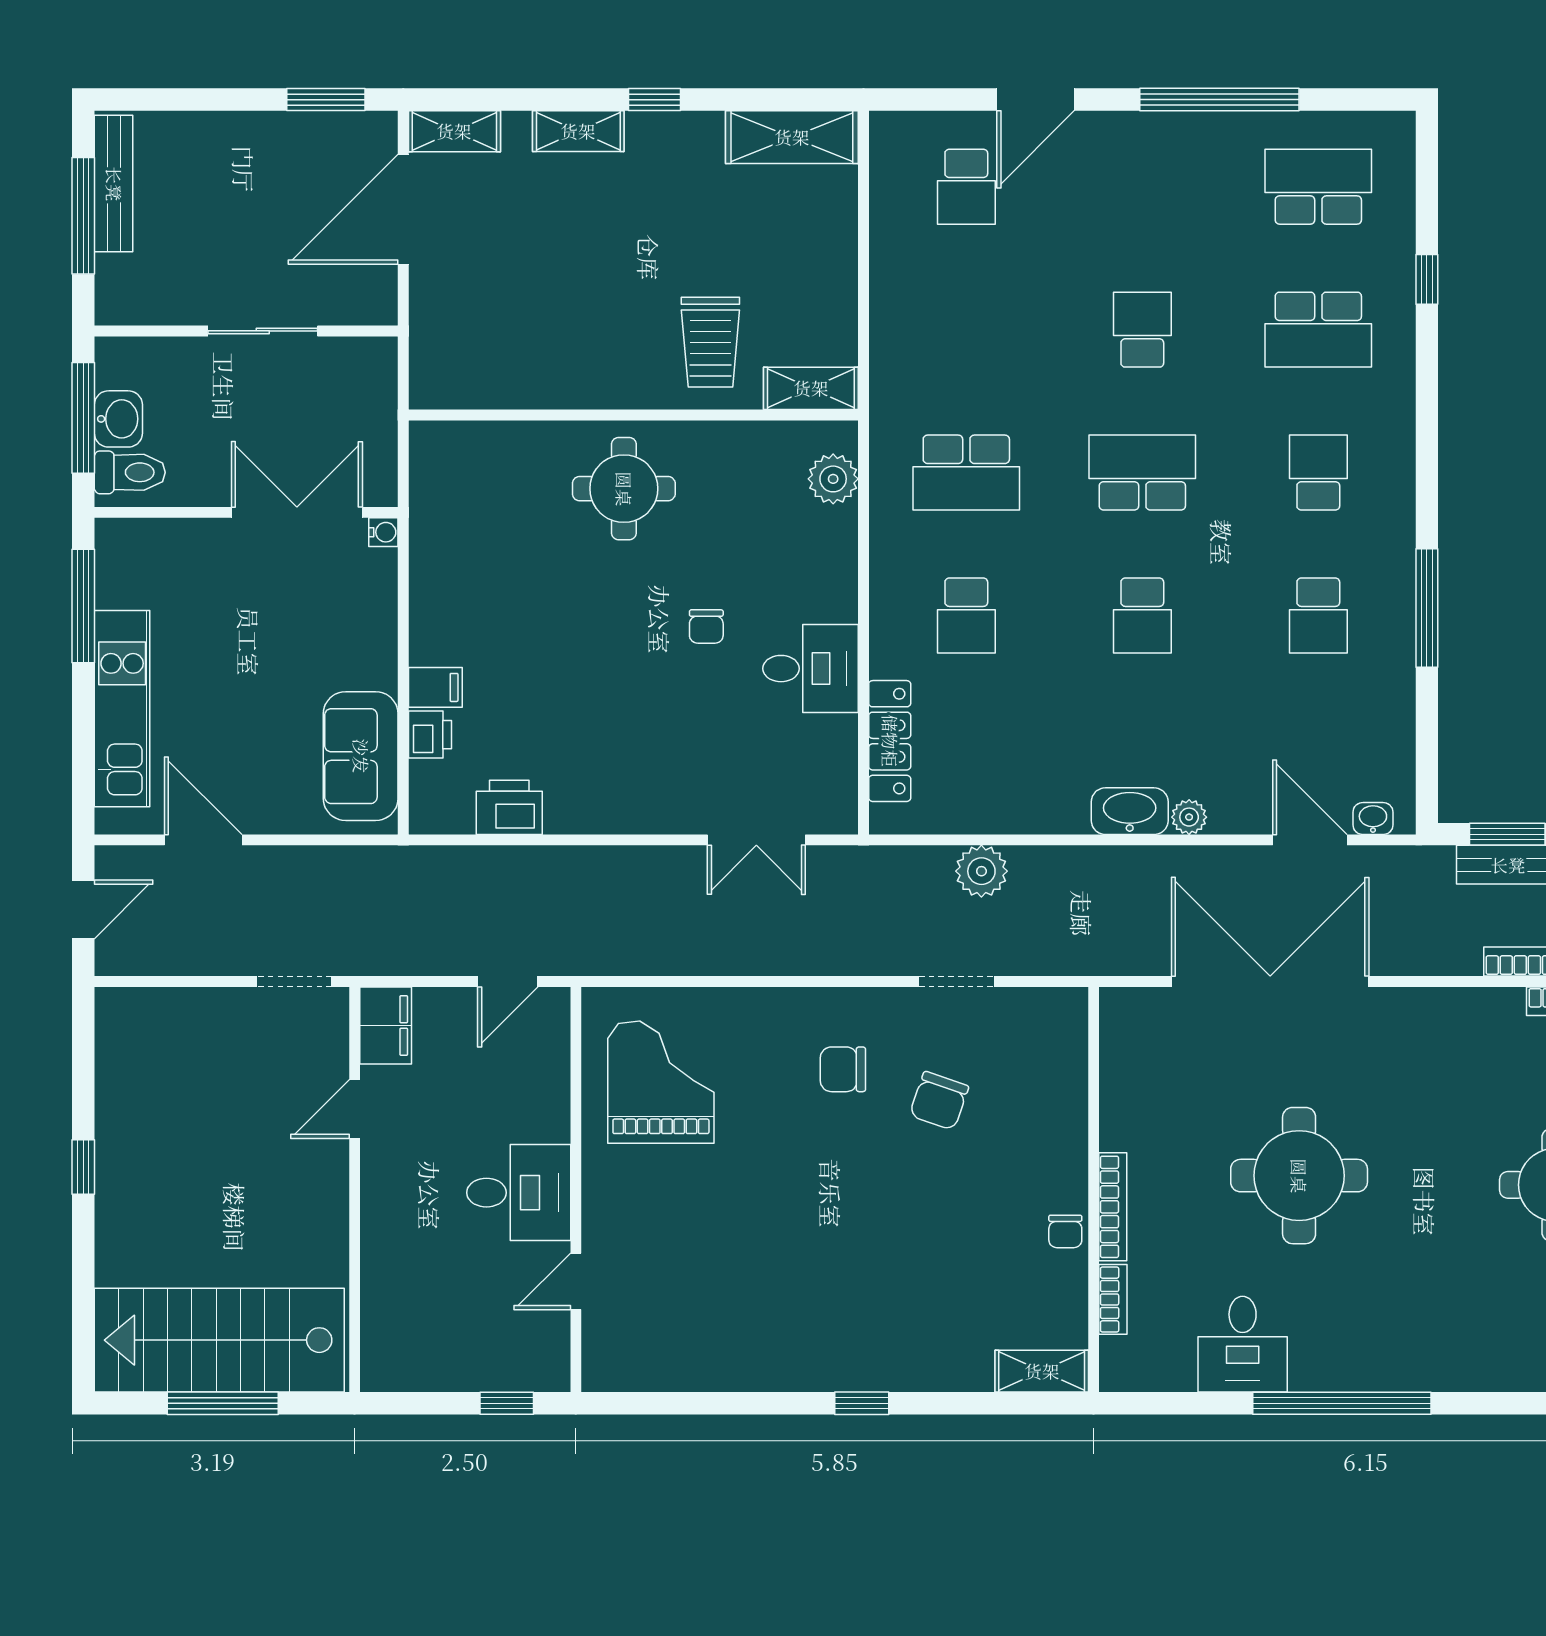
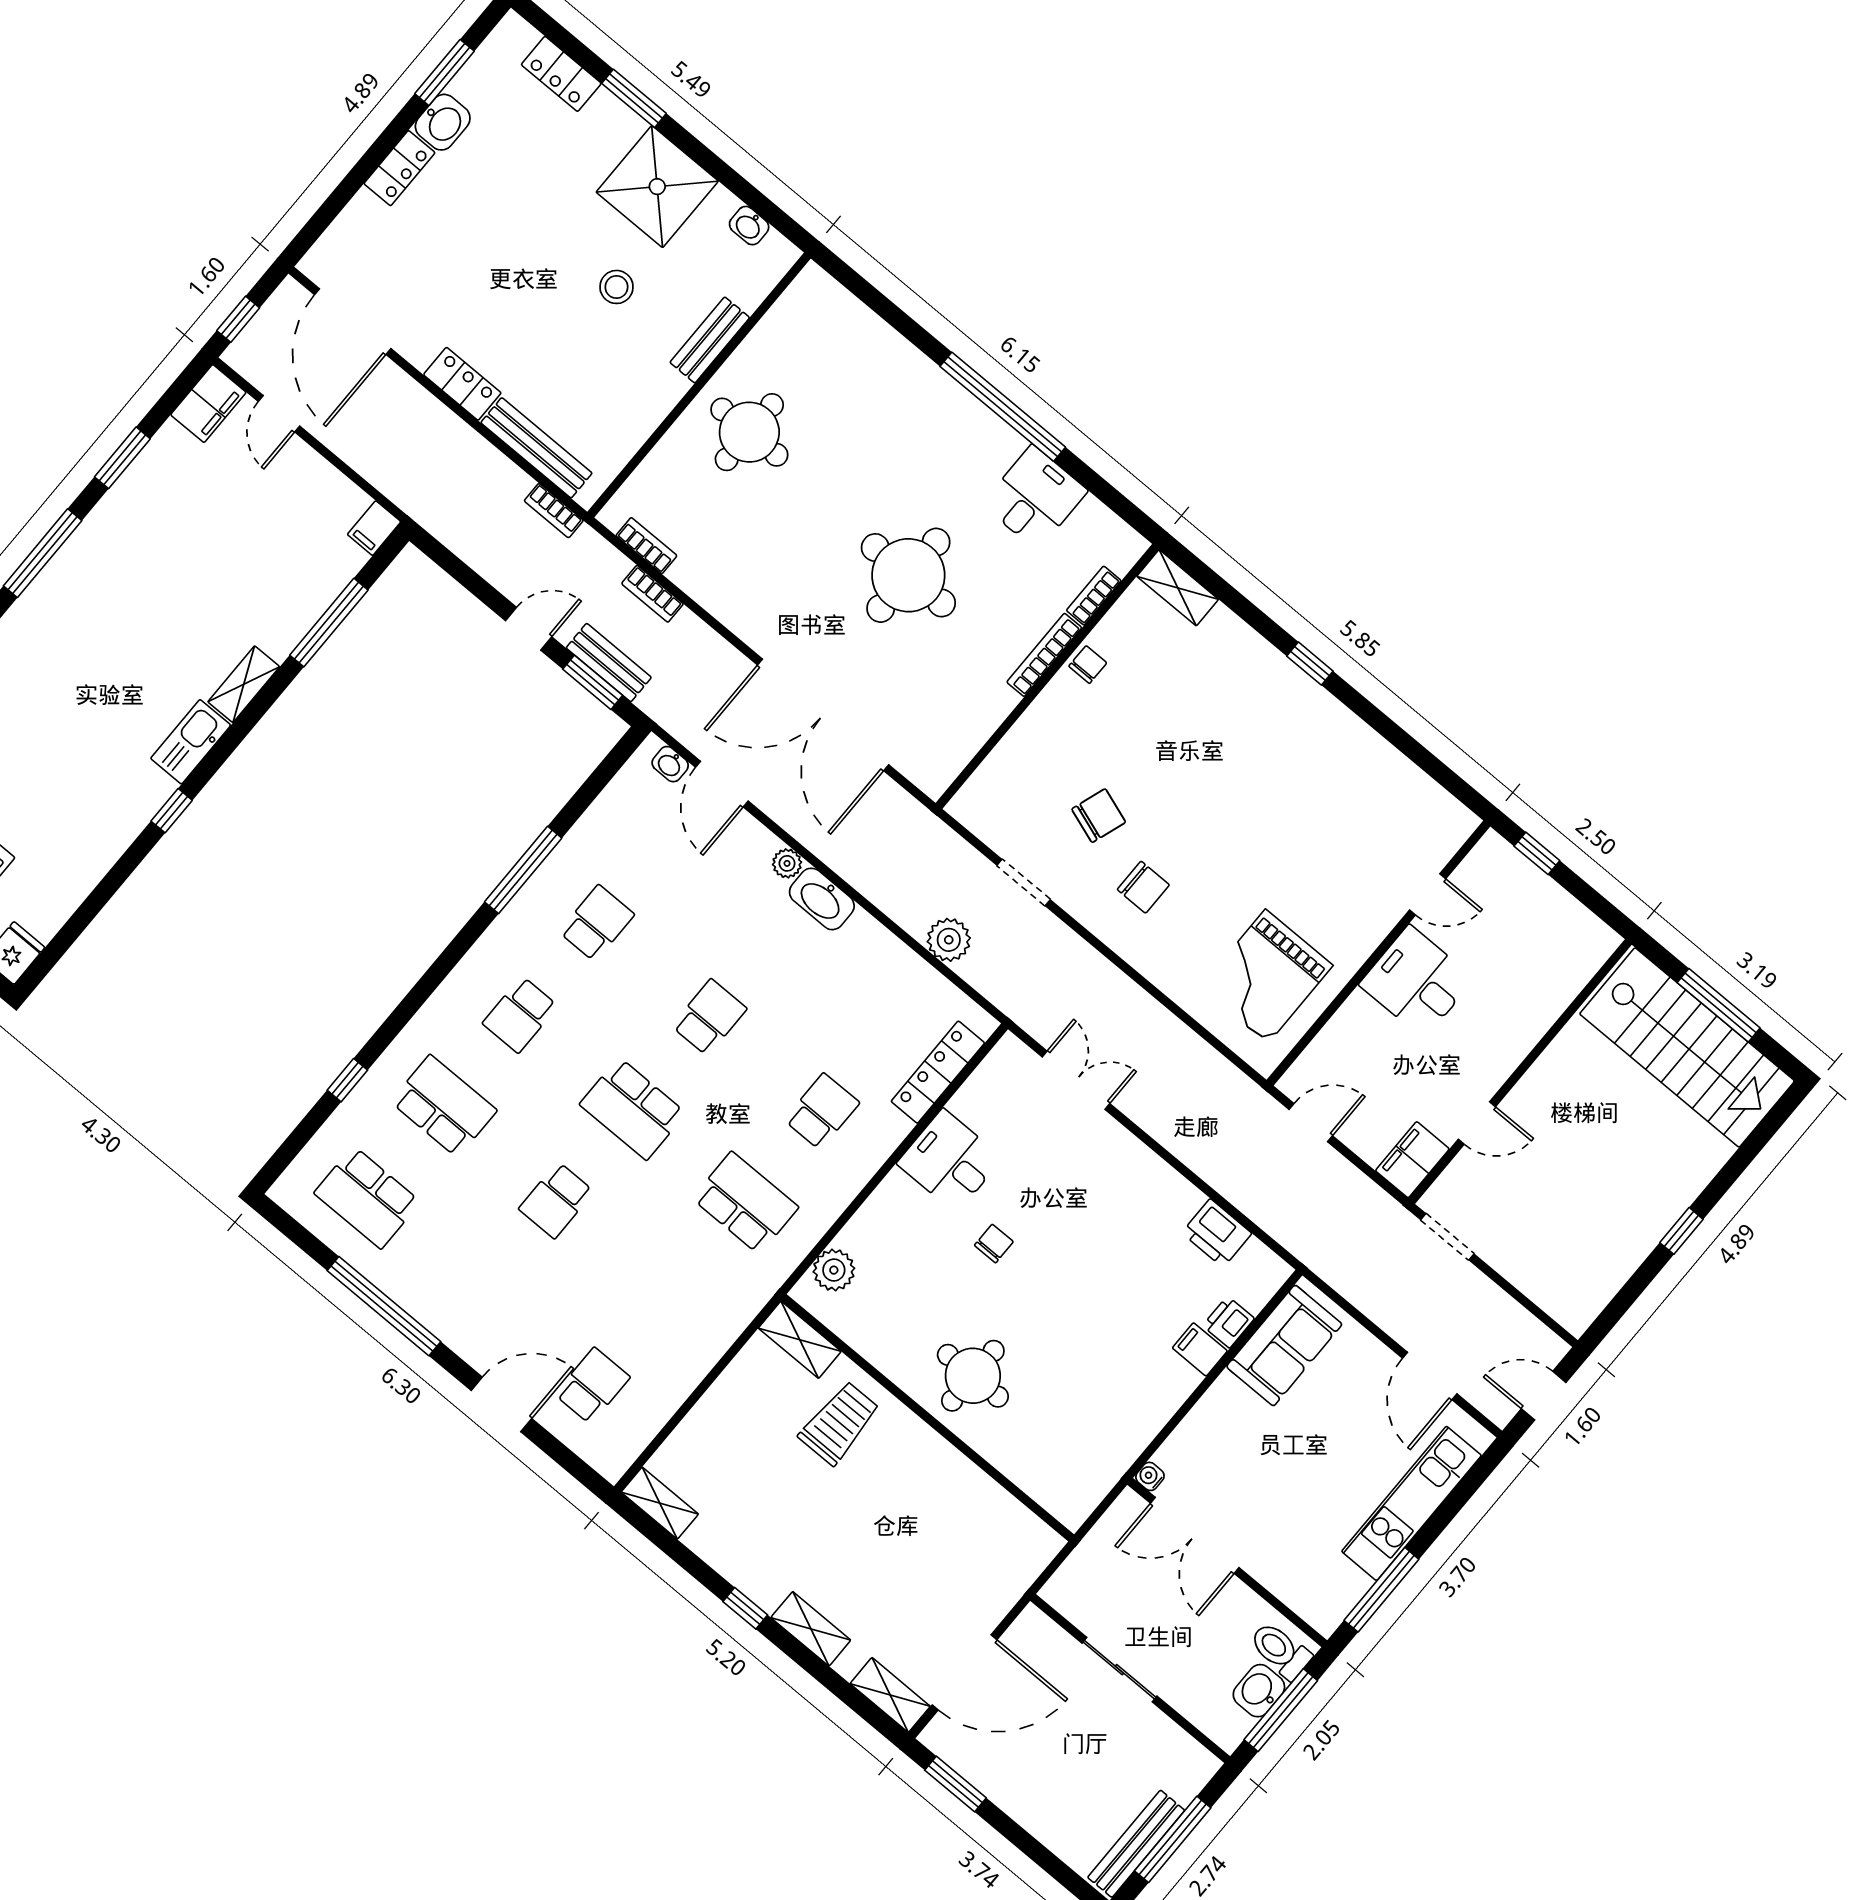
shelving: (792, 137) -> (660, 1503), width x0.67, depth x0.75

